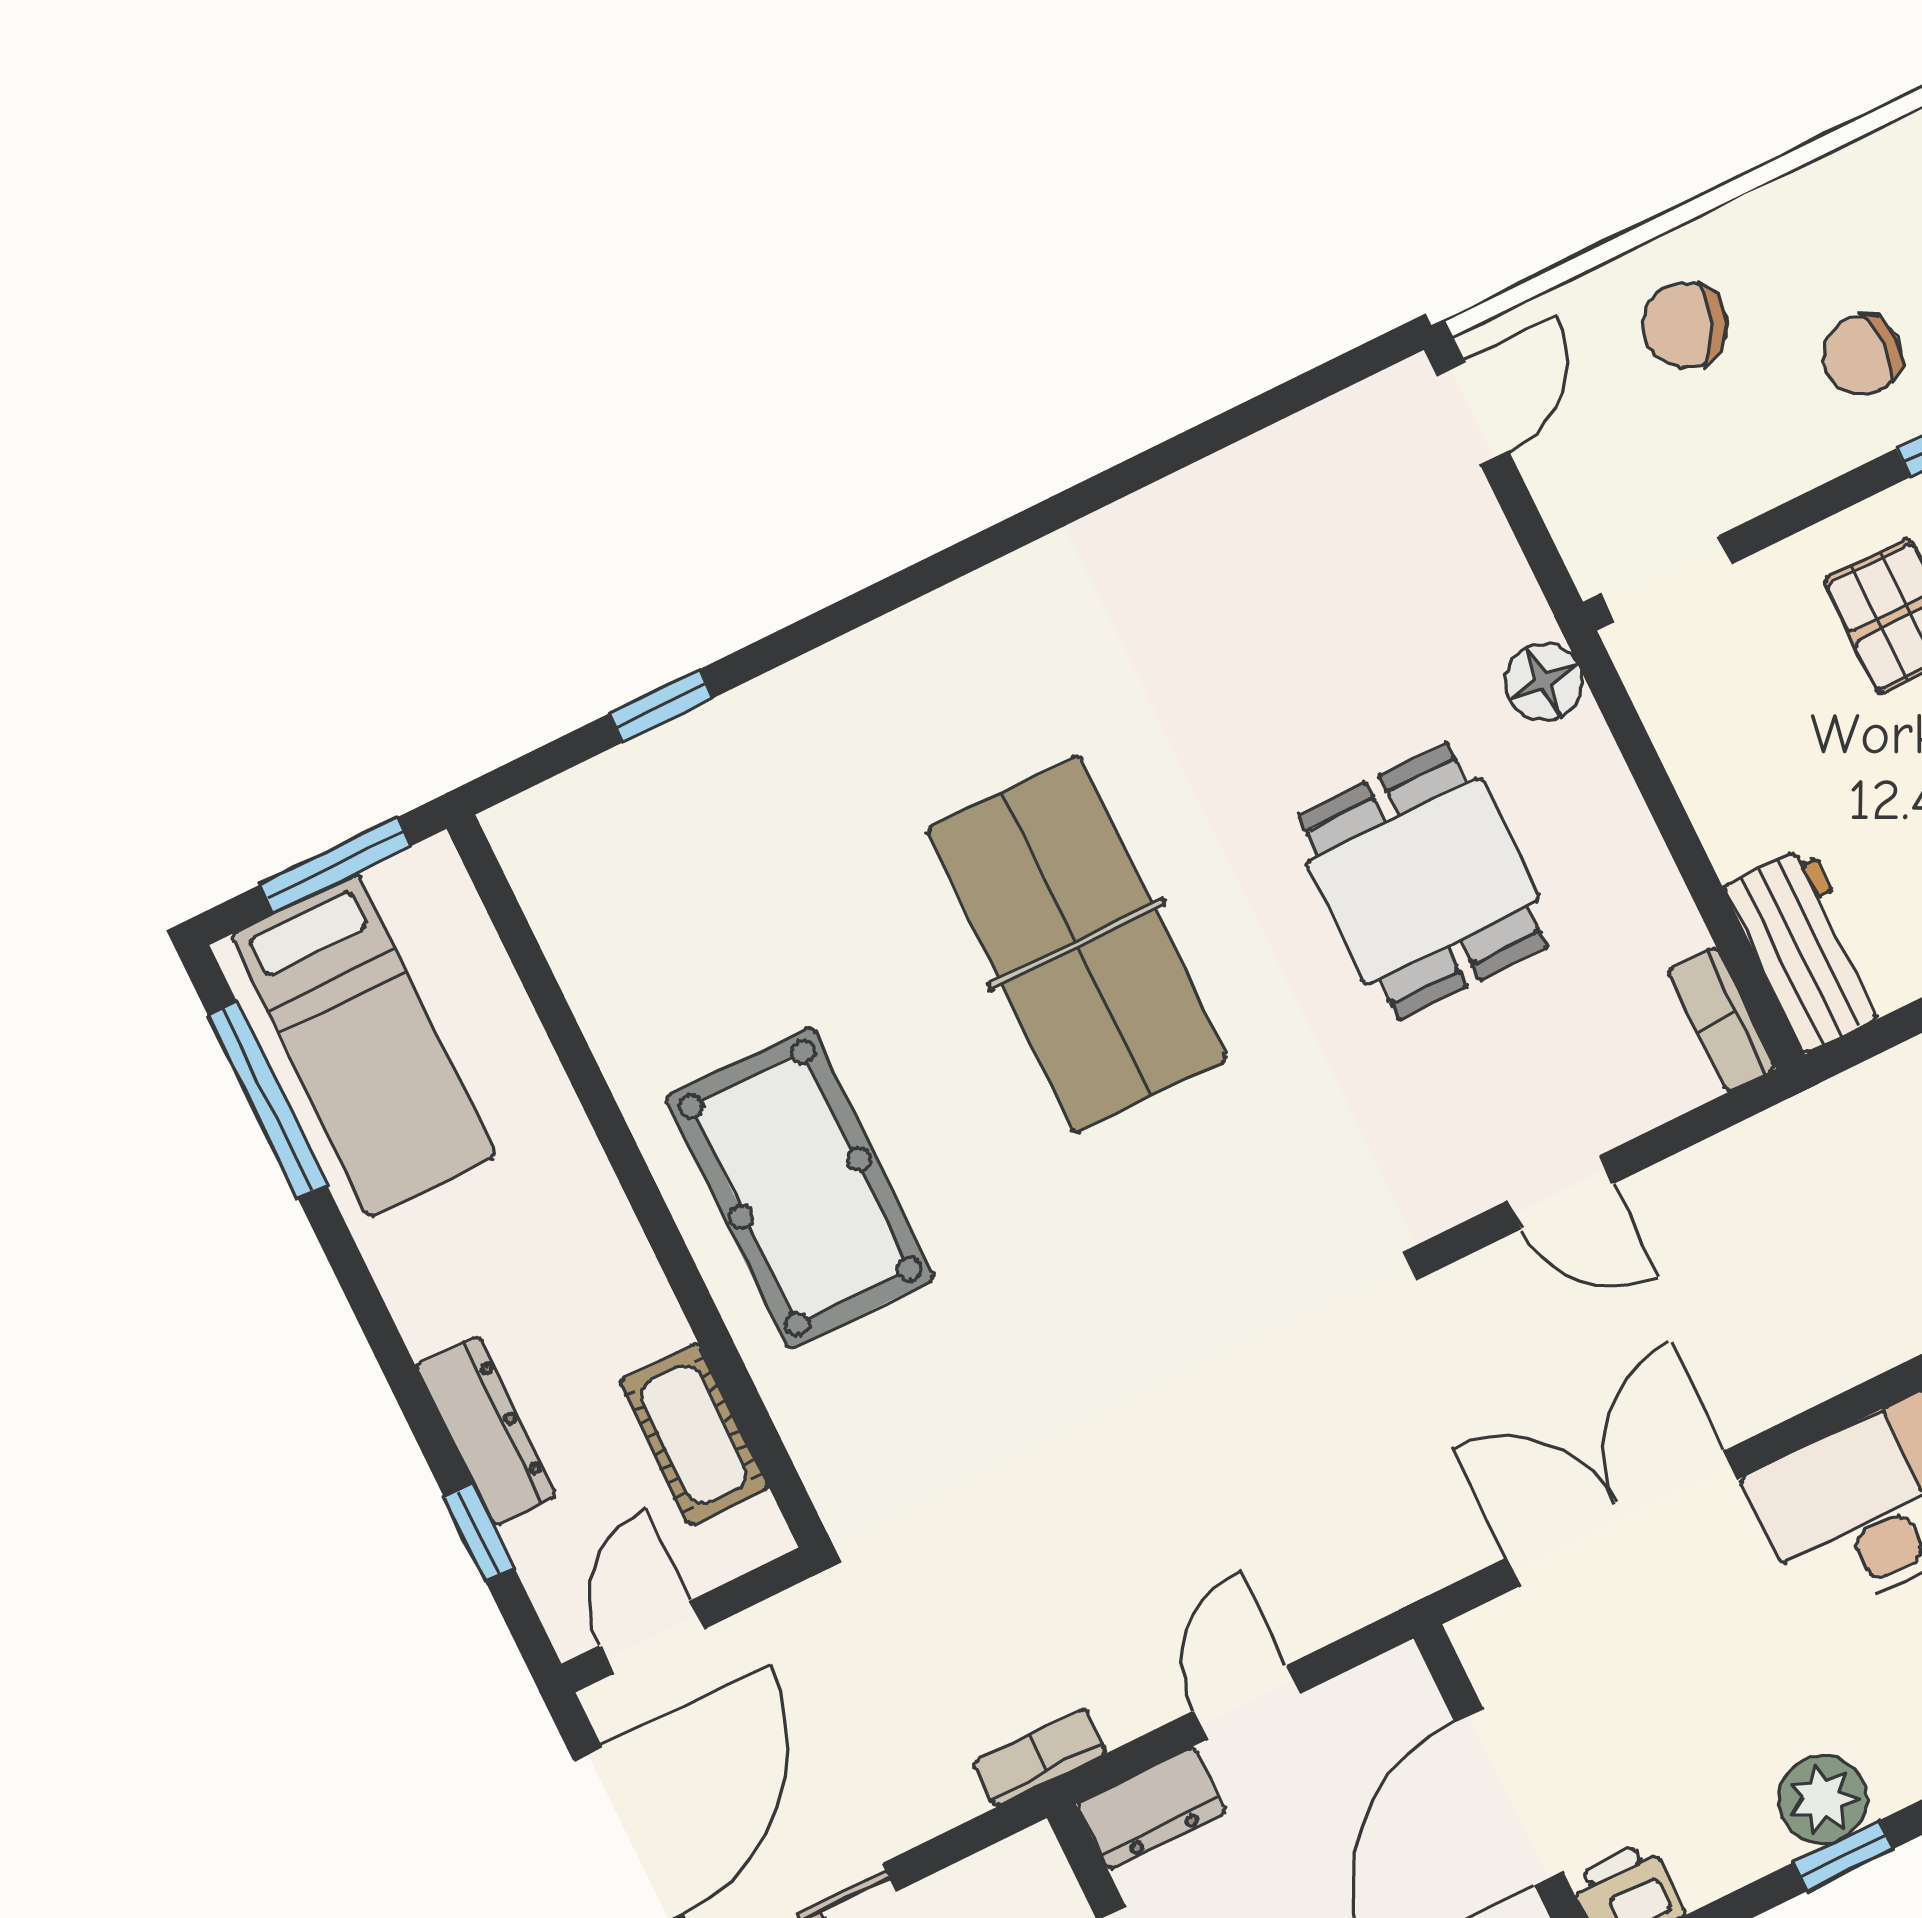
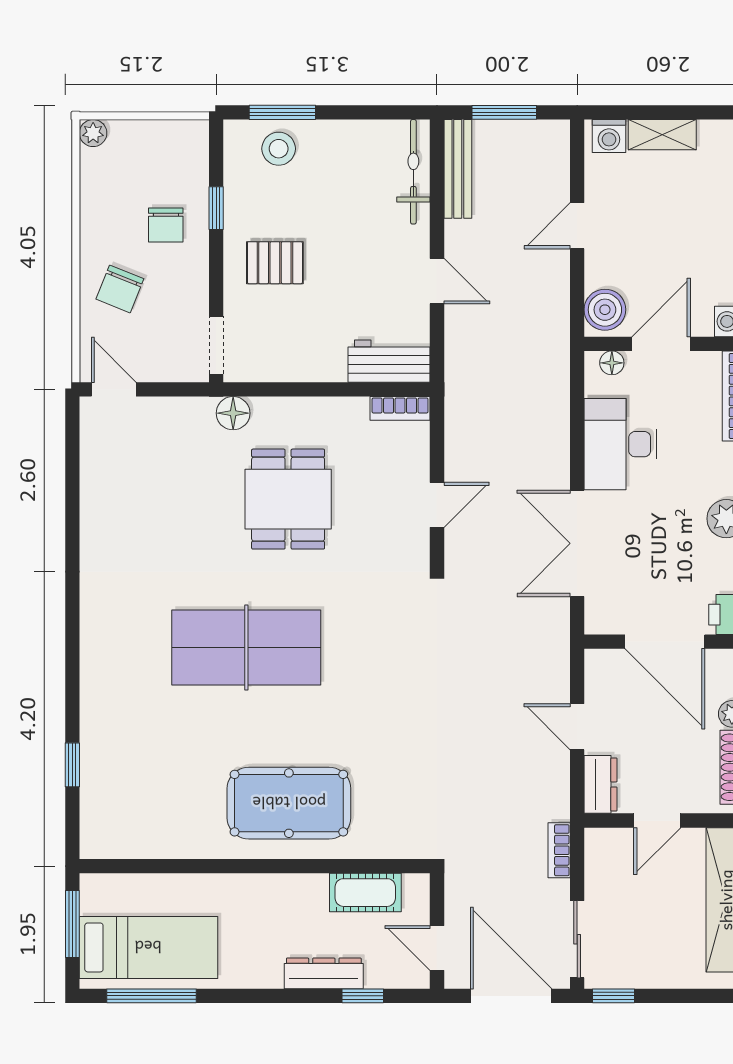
dining table: (1423, 881) -> (288, 499), turned 90
bookcase: (1040, 1758) -> (559, 850), moved

